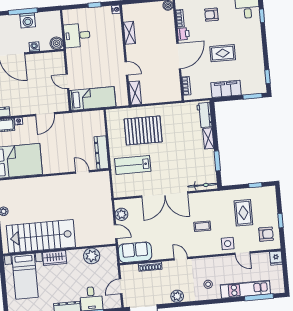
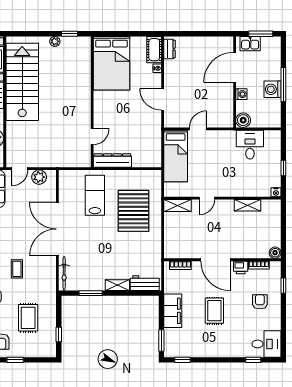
rug: (243, 213) -> (28, 318), turned 90

